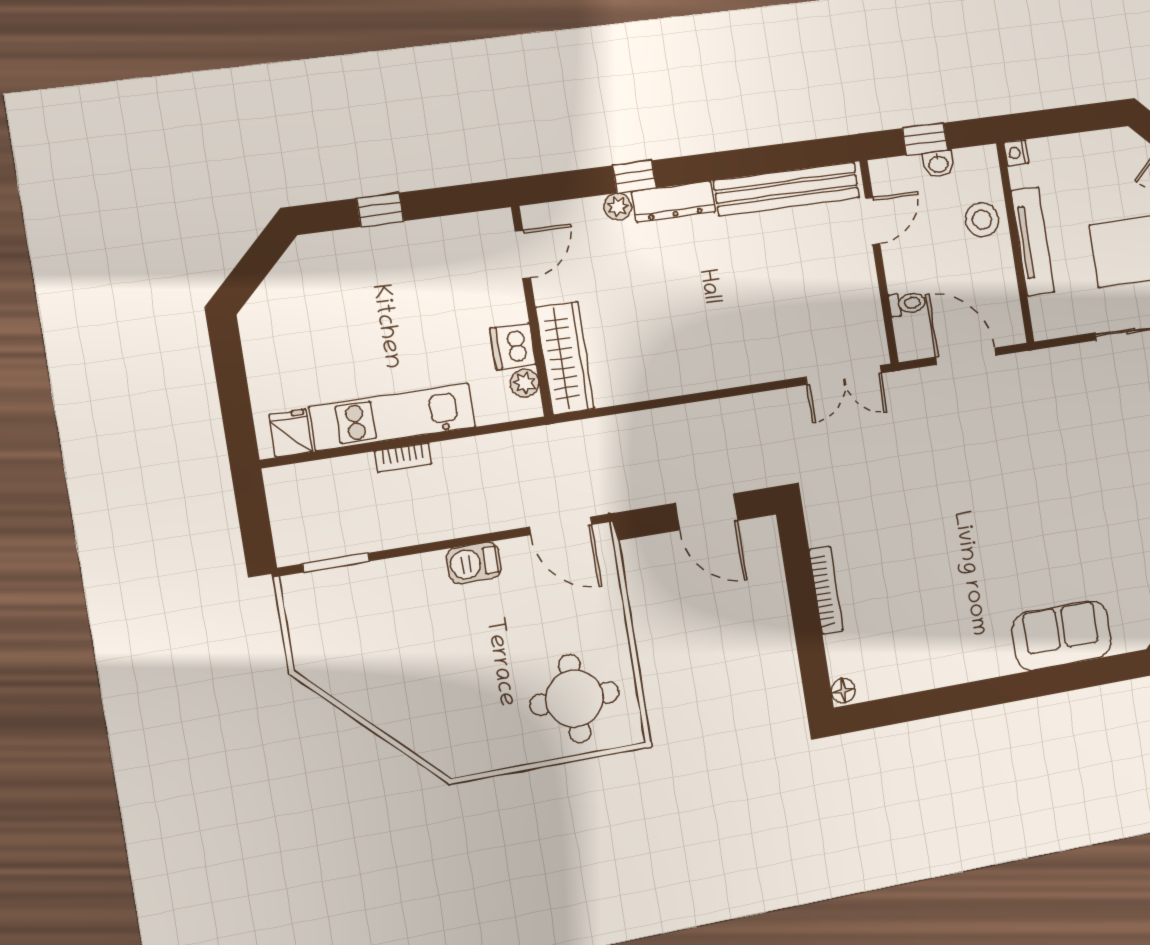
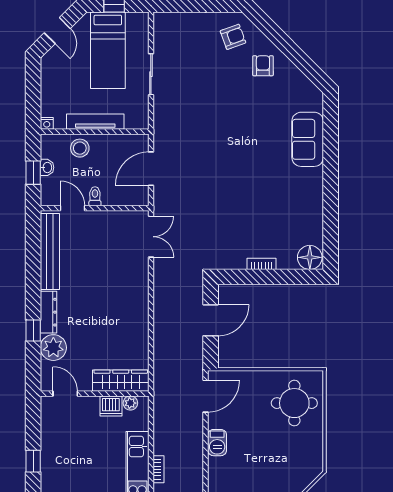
plant: (618, 207) -> (53, 348), width x1.88, depth x1.88
toilet: (907, 304) -> (95, 196), moved
bookcase: (826, 590) -> (262, 264), width x0.64
floor lamp: (843, 691) -> (310, 257), width x1.89, depth x1.89

